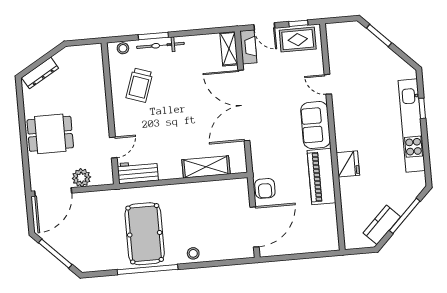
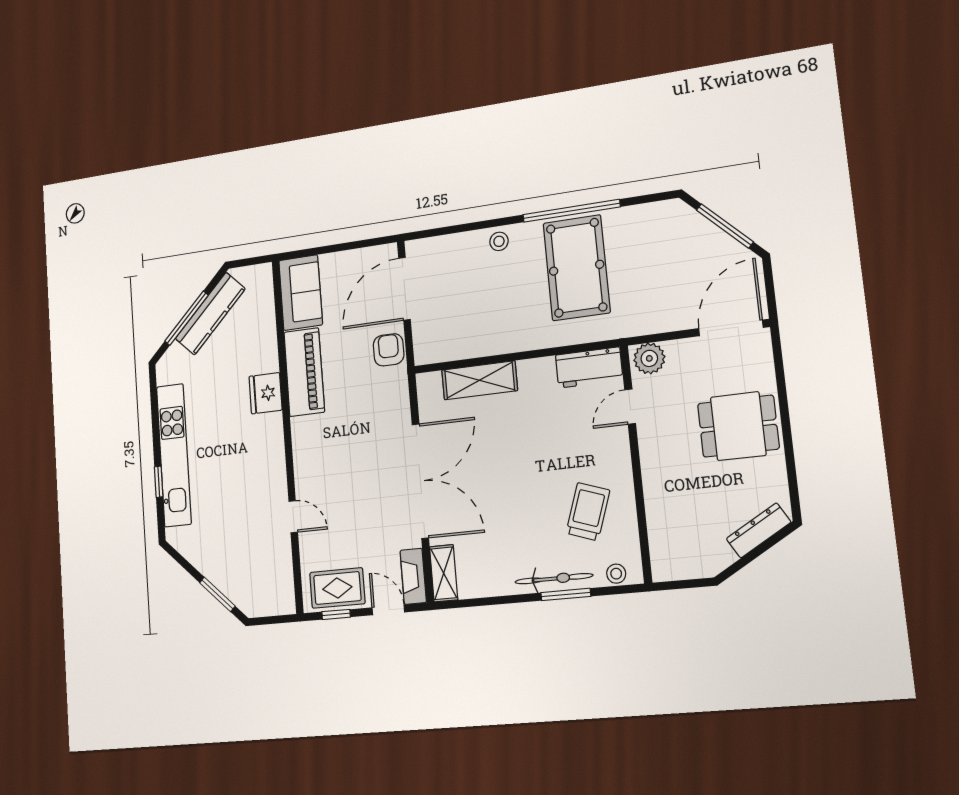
sofa: (316, 125) -> (301, 293), moved
plant: (81, 178) -> (649, 358), moved
kitchen counter: (382, 225) -> (210, 314), width x1.50

